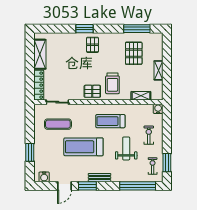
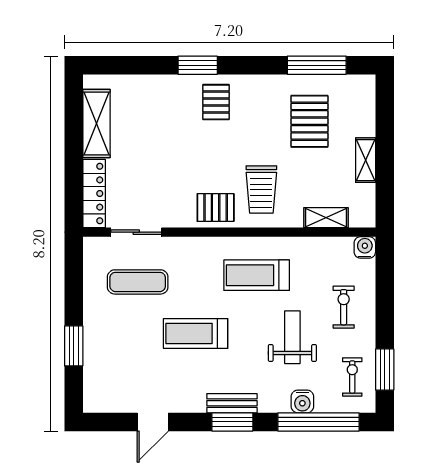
treadmill: (83, 147) -> (196, 333), width x0.73, depth x0.73
water cooler: (44, 177) -> (302, 401), moved
window: (87, 186) -> (232, 422), moved

